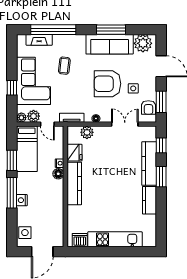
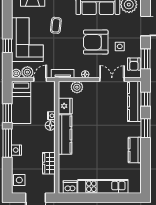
door: (47, 124) -> (40, 80), swing flipped
kitchen counter: (149, 164) -> (134, 101), moved
wardrobe: (57, 214) -> (49, 163), added

